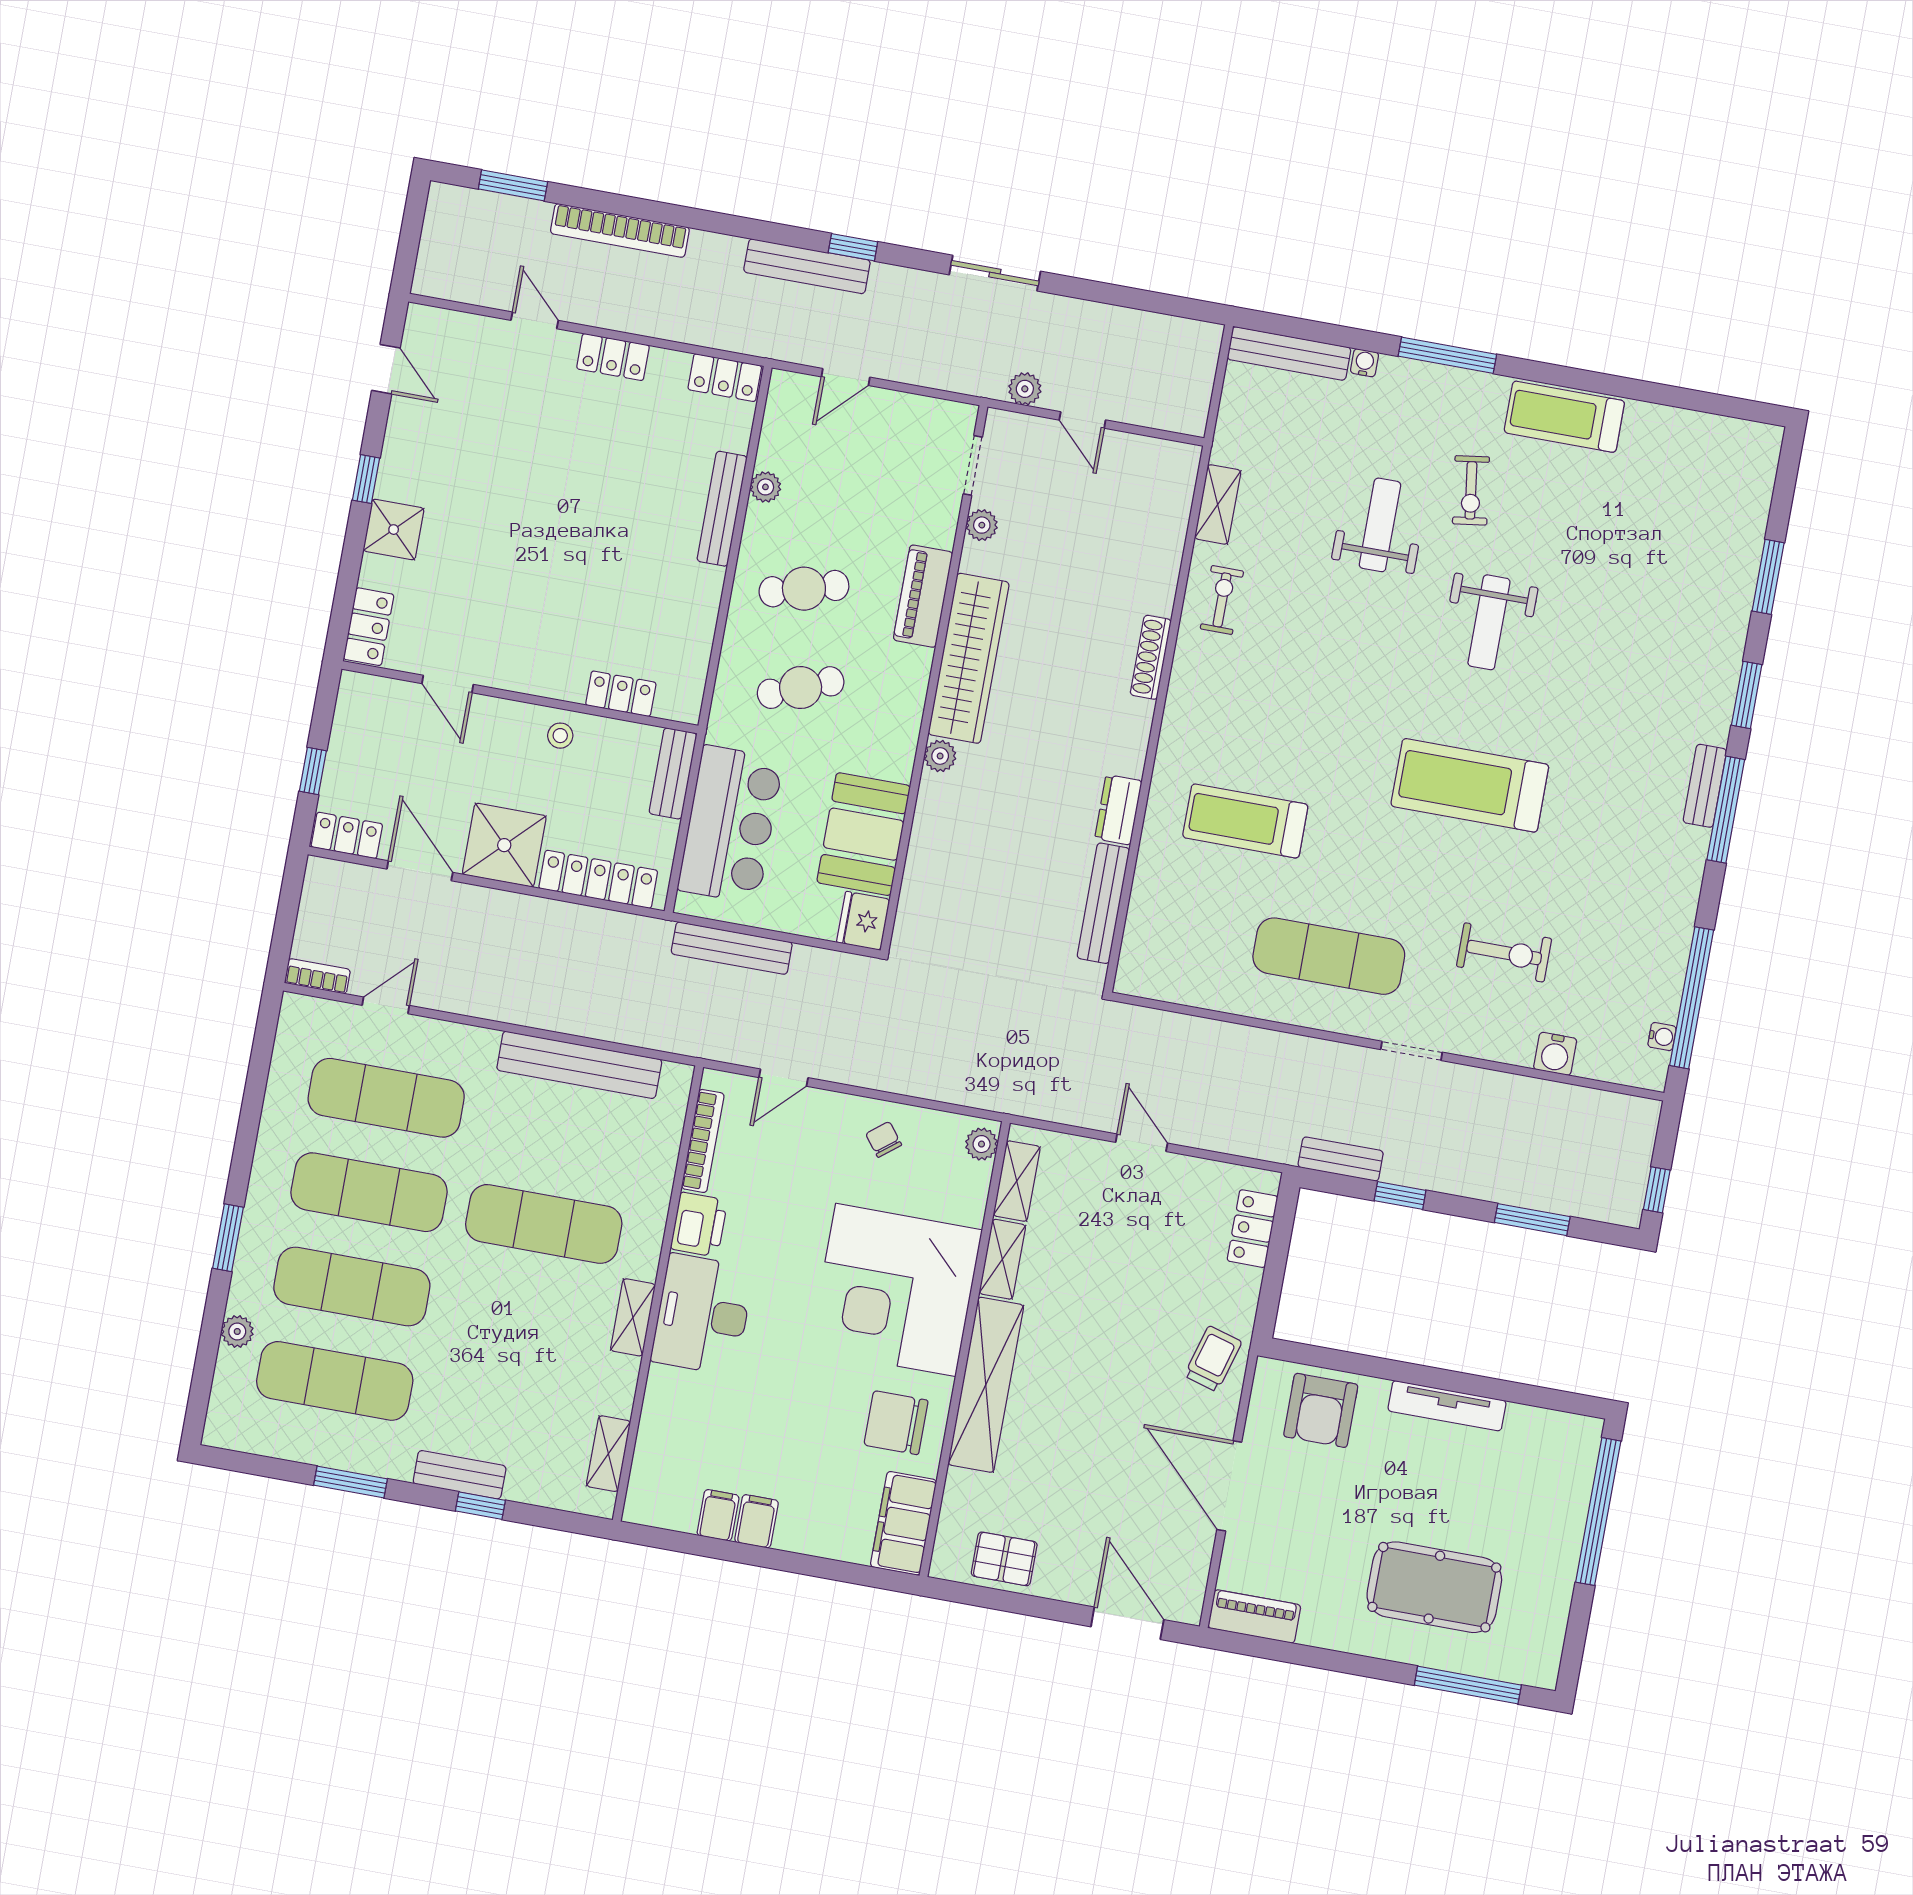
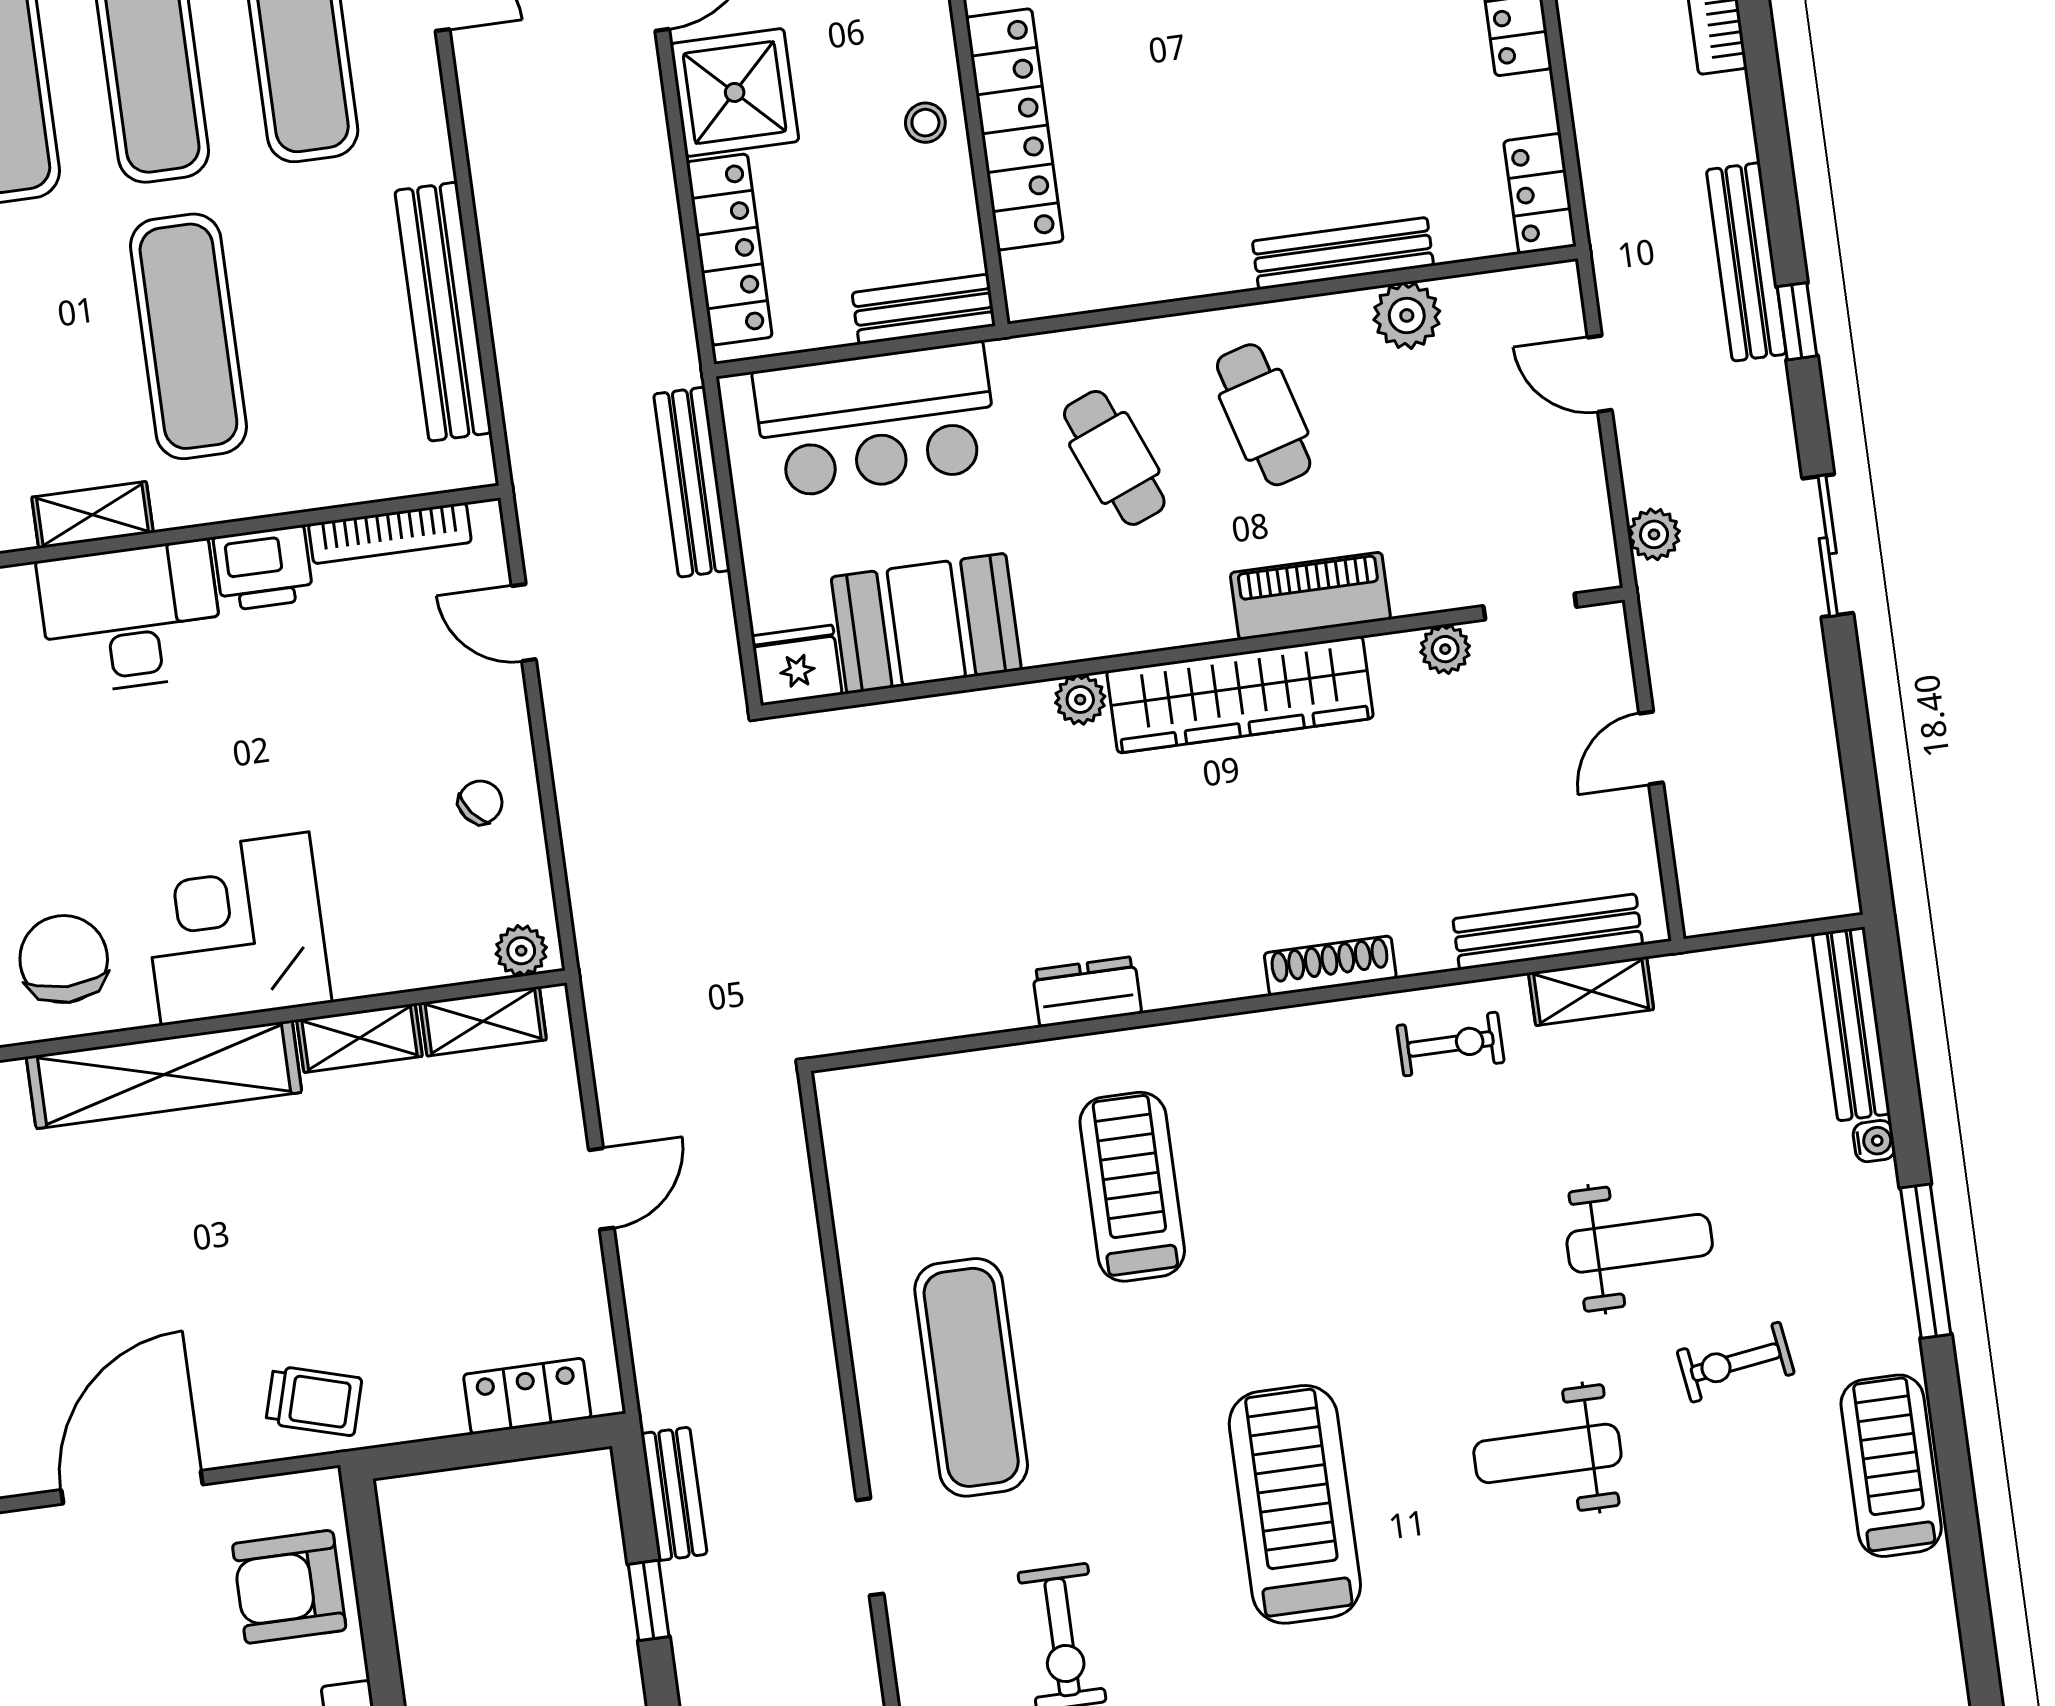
plant: (1025, 389) -> (1654, 534), moved
plant: (765, 487) -> (1407, 315), width x1.38, depth x1.38
locker: (621, 694) -> (1014, 129), width x2.16, depth x1.21
bench: (1103, 903) -> (1548, 932), moved
corner desk: (896, 1290) -> (235, 929), width x0.74, depth x0.74

